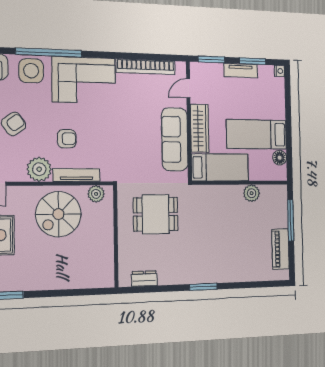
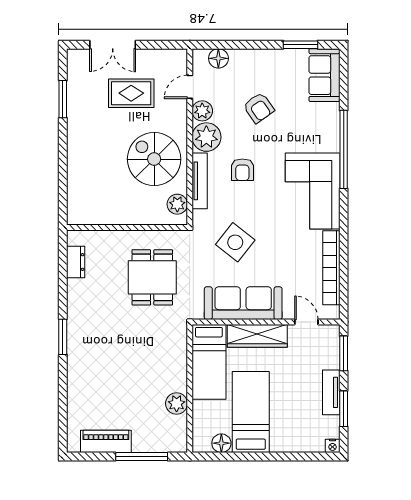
side table: (31, 71) -> (235, 242), moved, turned 38
plant: (17, 173) -> (202, 111), added

